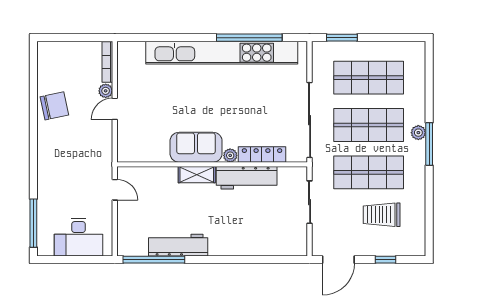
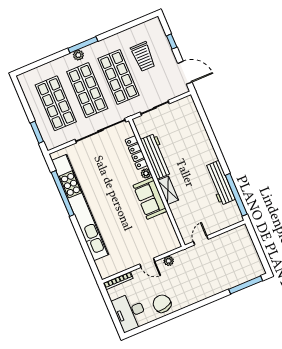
plant: (106, 91) -> (169, 261), moved
desk: (79, 237) -> (130, 312), moved, turned 180

